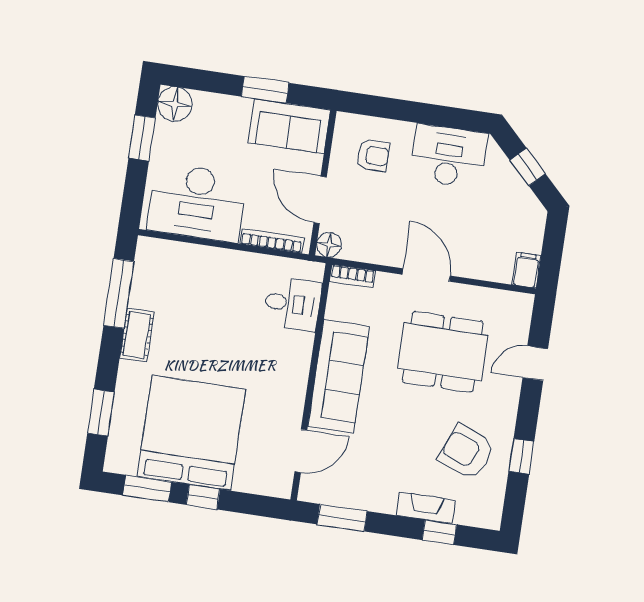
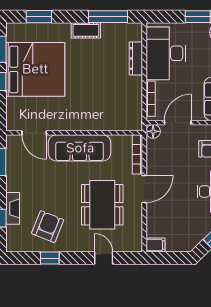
dresser: (199, 256) -> (136, 59), added
bookcase: (352, 276) -> (137, 154), width x1.56
desk: (292, 304) -> (117, 116), removed

